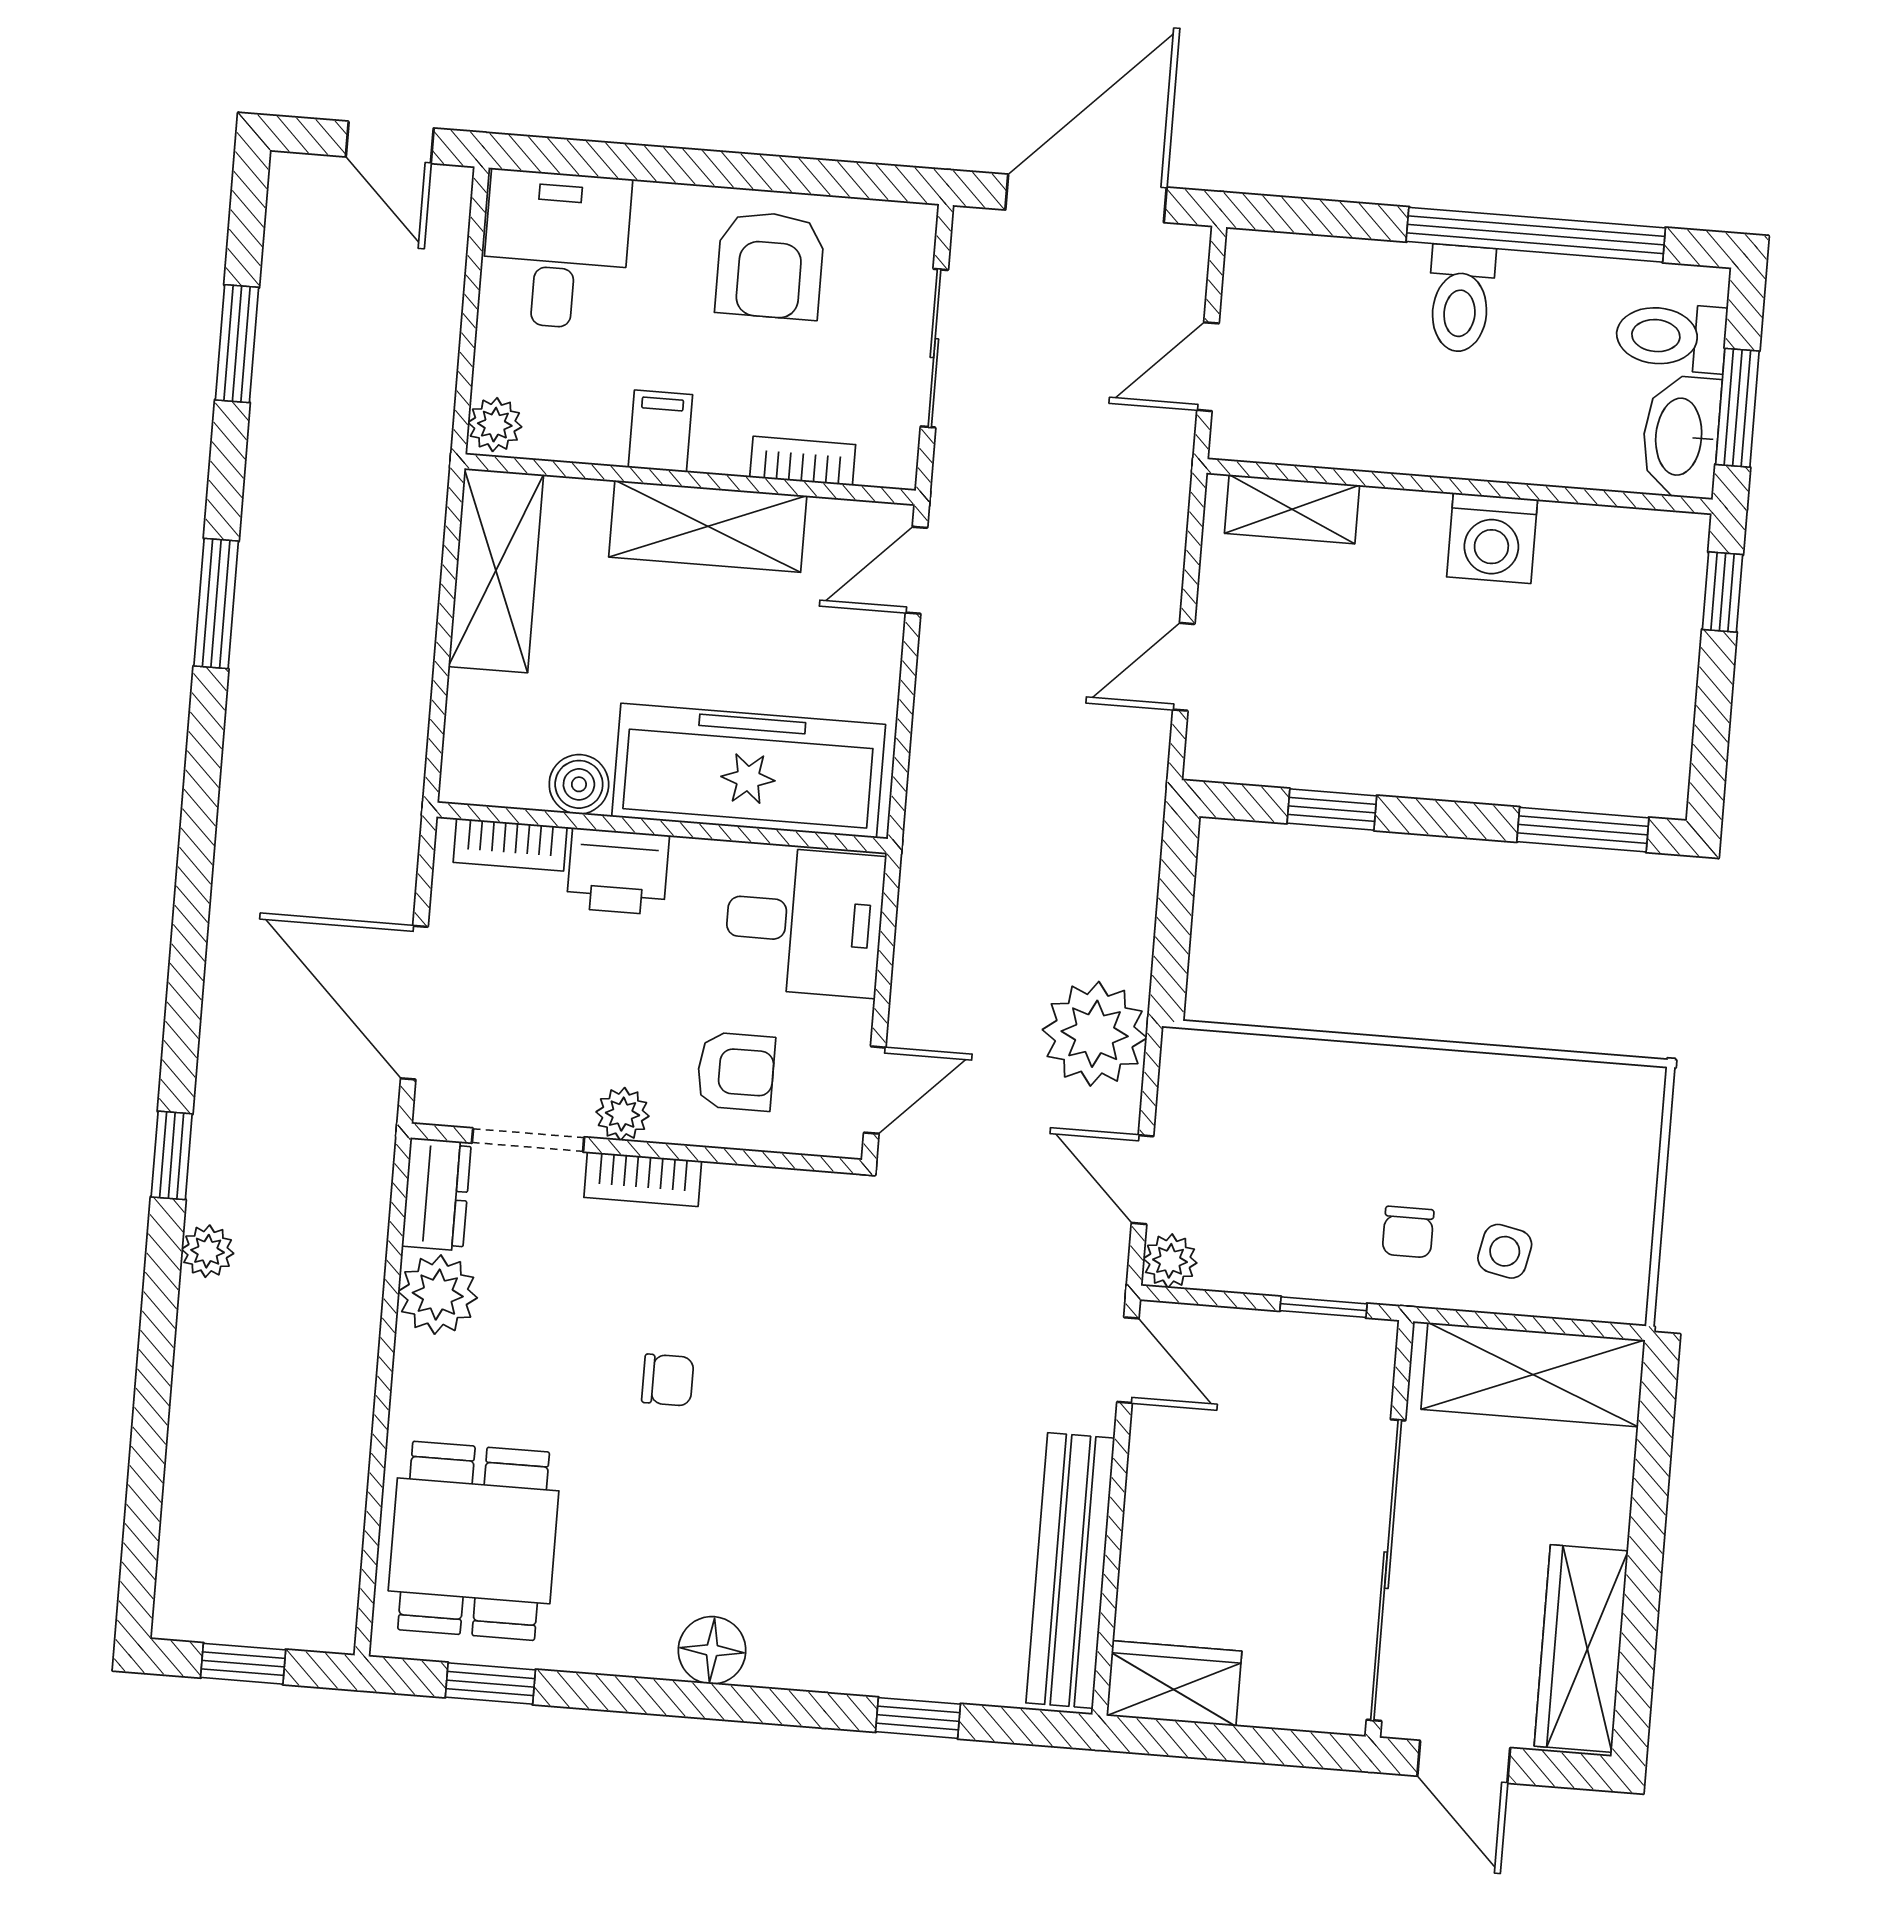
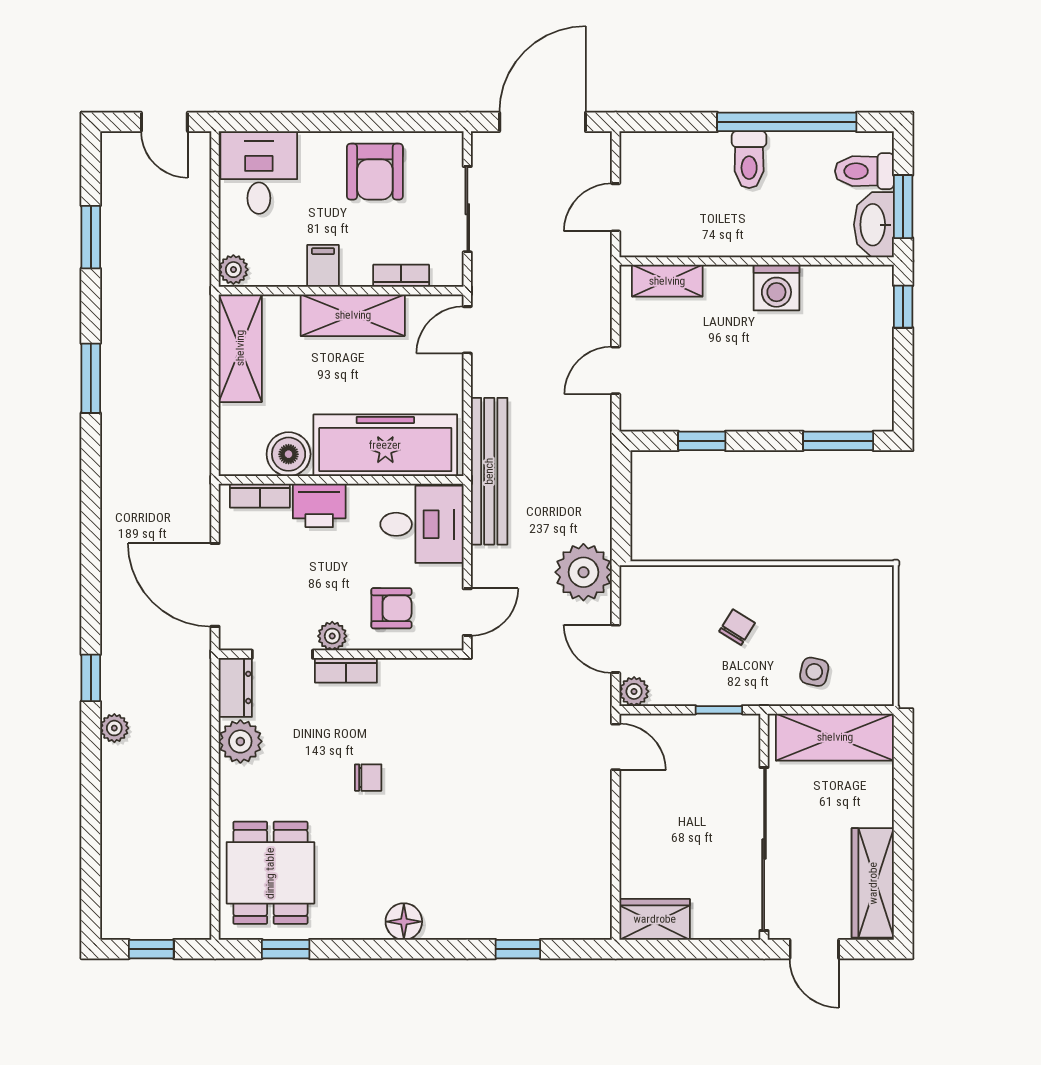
boiler: (579, 784) -> (289, 454), width x1.36, depth x1.36
chair: (1408, 1232) -> (737, 627), moved, turned -148
bench: (1070, 1571) -> (489, 471), moved

